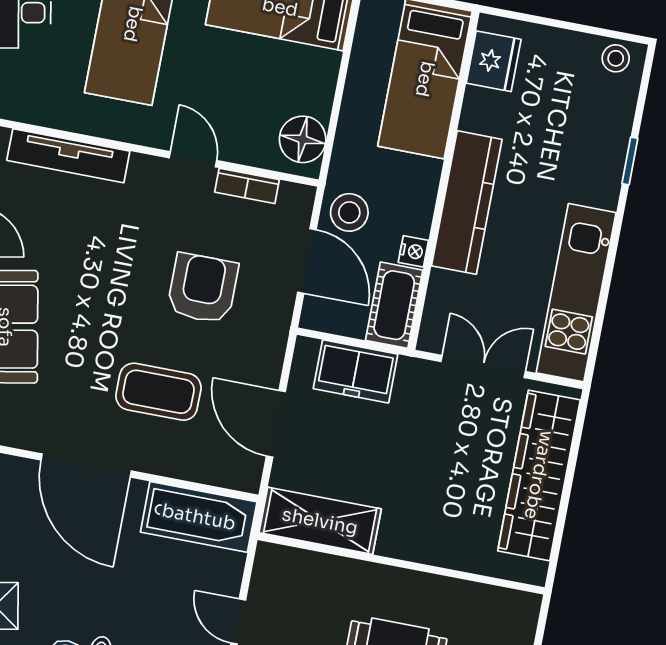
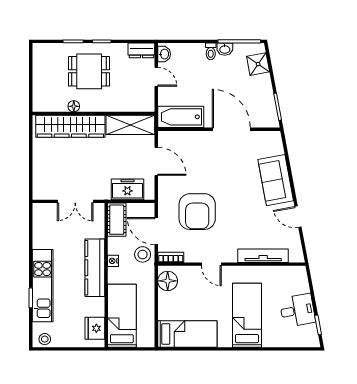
bookcase: (247, 186) -> (171, 257), moved
nightstand: (413, 251) -> (113, 261), moved
armchair: (203, 288) -> (197, 212), width x1.36, depth x1.36
kitchen unit: (576, 293) -> (43, 286), moved
coffee table: (158, 392) -> (207, 165), removed
wardrobe: (539, 475) -> (70, 126), moved, turned 90
floor lamp: (444, 589) -> (74, 106), added

